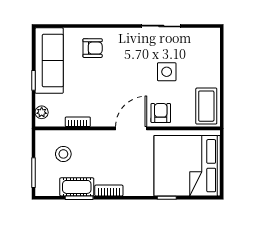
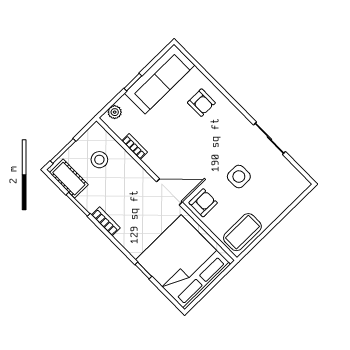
cot: (77, 187) -> (69, 179), moved

